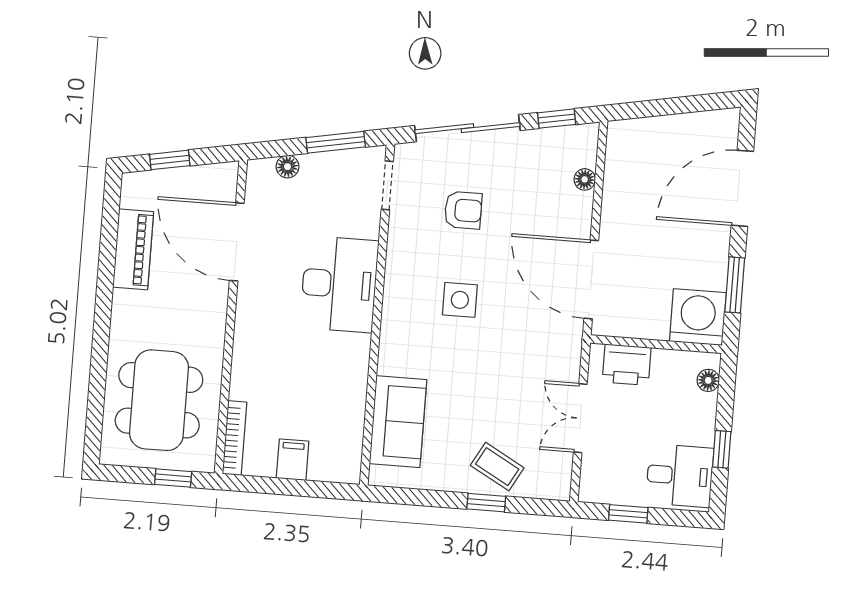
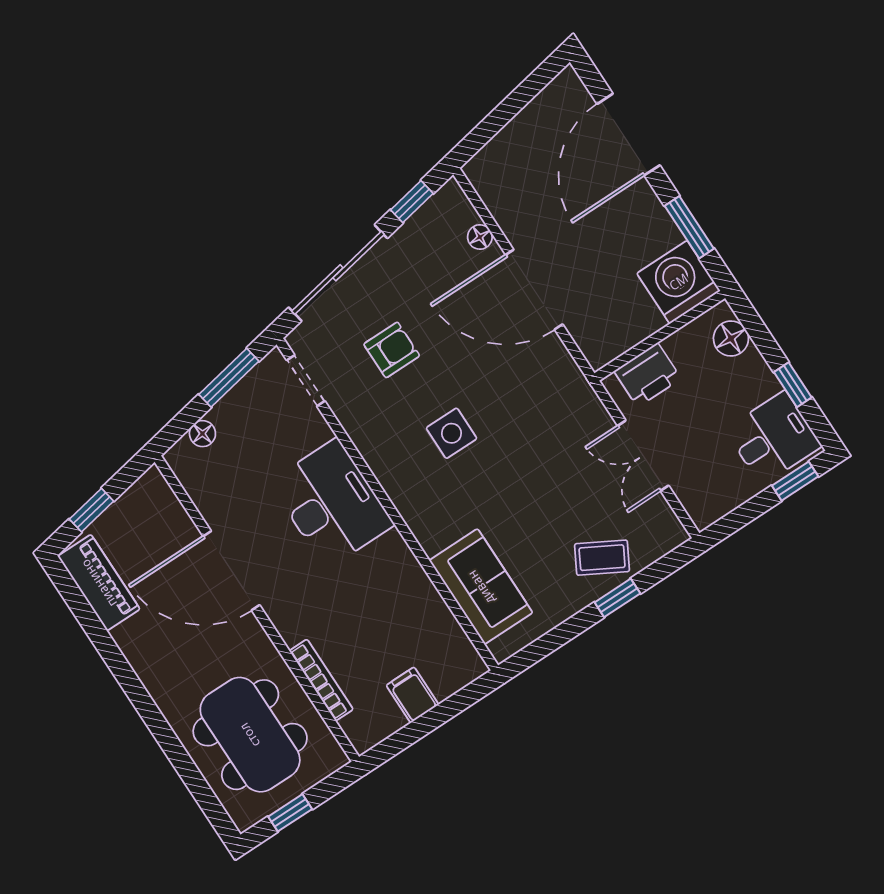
door: (237, 242) -> (231, 571), moved
piano: (133, 249) -> (99, 583), moved
door: (591, 279) -> (534, 290), moved
floor lamp: (708, 380) -> (731, 338), width x1.37, depth x1.37
bookcase: (235, 438) -> (321, 680), moved
window: (173, 478) -> (290, 813), moved
window: (628, 514) -> (795, 481), moved

